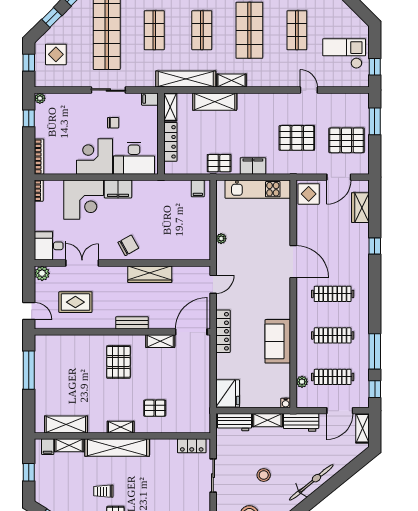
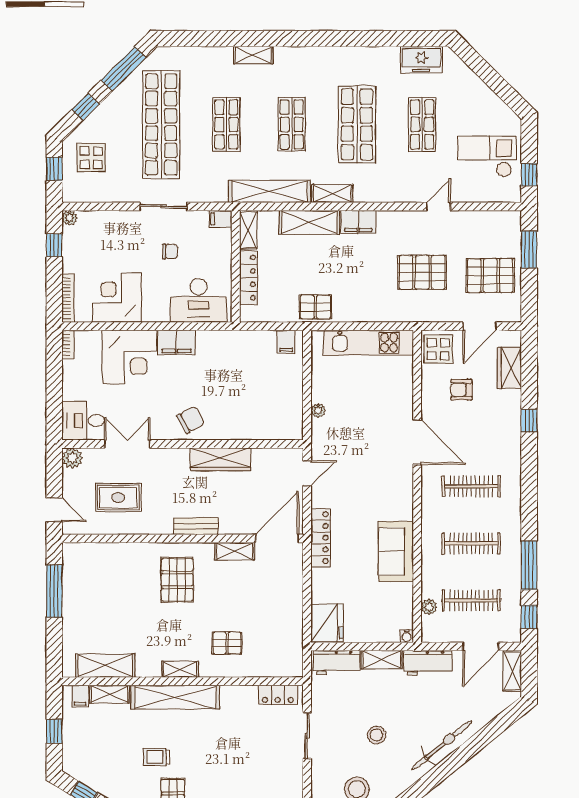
door: (309, 90) -> (439, 207), hinge flipped
corner desk: (95, 157) -> (117, 298), moved
filing cabinet: (253, 166) -> (358, 222), moved, turned 180
armchair: (325, 223) -> (461, 390), added

